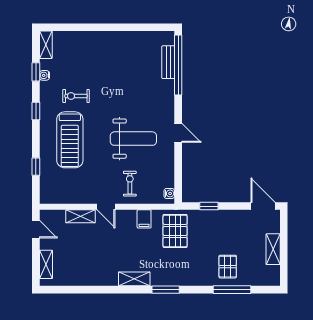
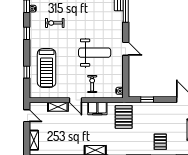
treadmill: (70, 140) -> (47, 68), moved
filing cabinet: (144, 219) -> (97, 109), width x2.00

